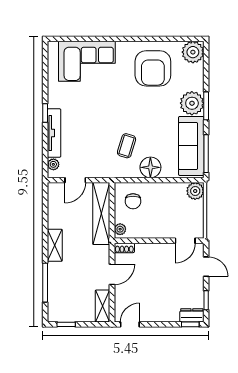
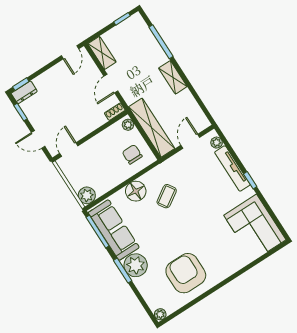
plant: (193, 52) -> (160, 314), width x0.53, depth x0.53
corner sofa: (87, 61) -> (255, 228), moved, turned -90
coffee table: (127, 146) -> (167, 196), turned 40

